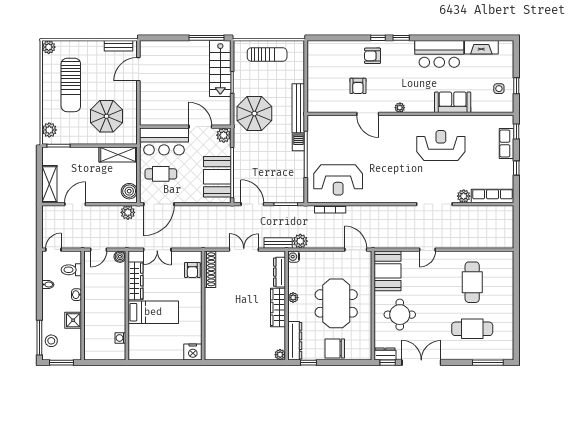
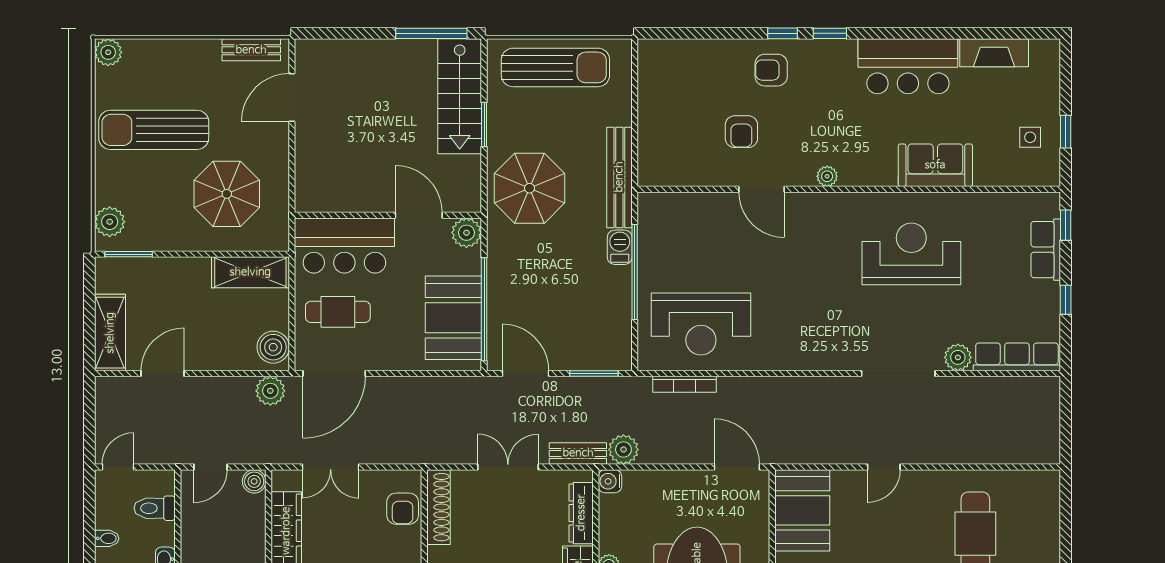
sun lounger: (267, 55) -> (555, 67), width x1.36, depth x1.34
sun lounger: (71, 85) -> (154, 130), turned 90

